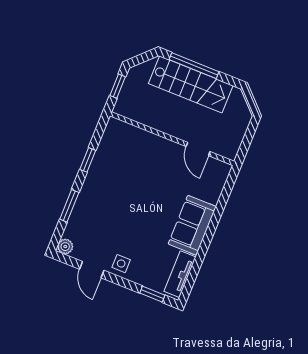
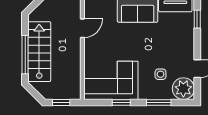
corner sofa: (120, 158) -> (111, 80), added
plant: (65, 247) -> (183, 89), width x1.88, depth x1.88
side table: (121, 264) -> (161, 74), moved

